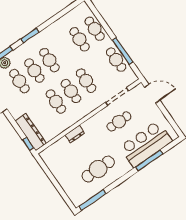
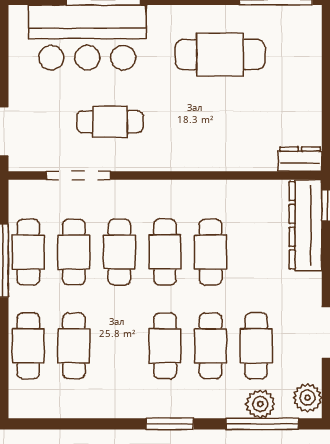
cafe table: (101, 70) -> (74, 252), added
dresser: (75, 134) -> (300, 159), moved

